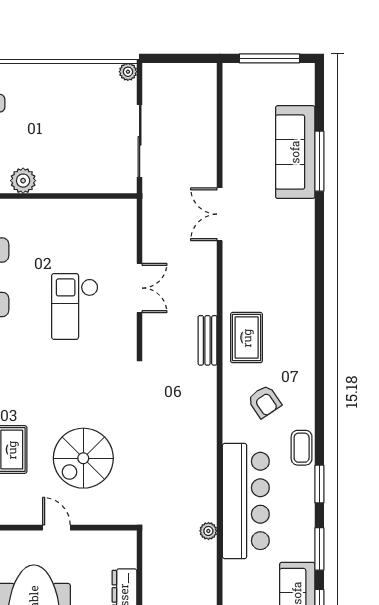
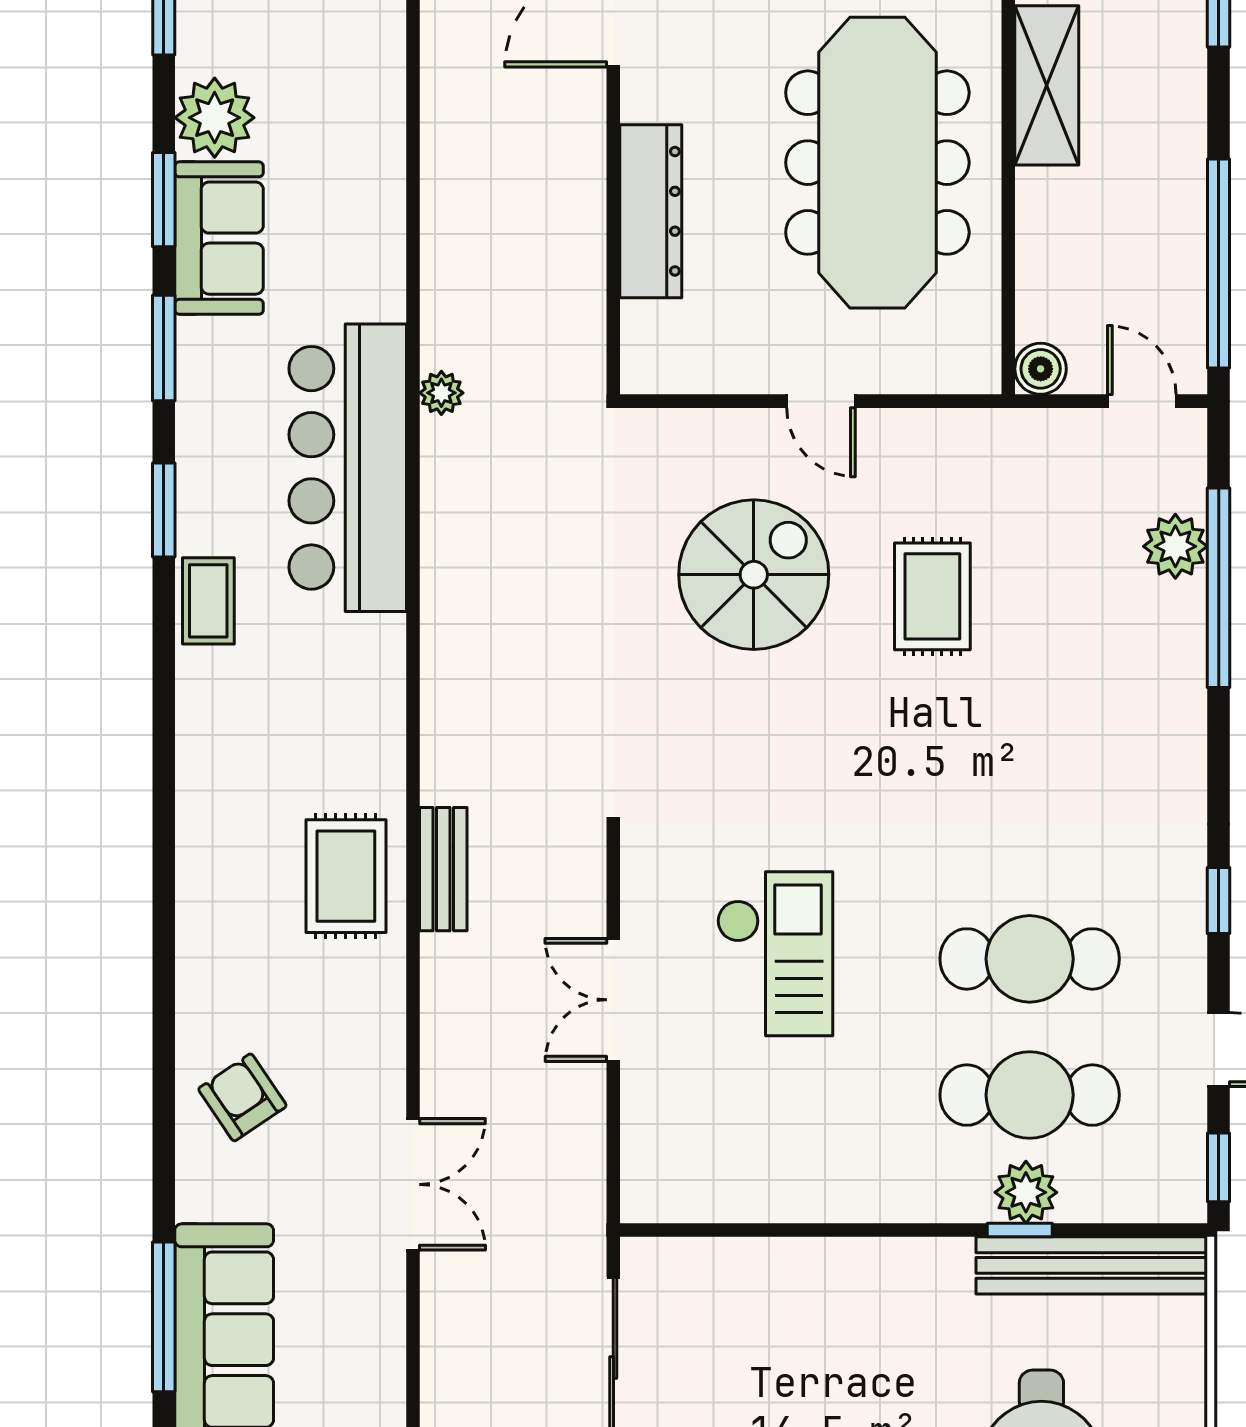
plant: (23, 181) -> (904, 1268), removed
armchair: (264, 402) -> (242, 1097), moved

